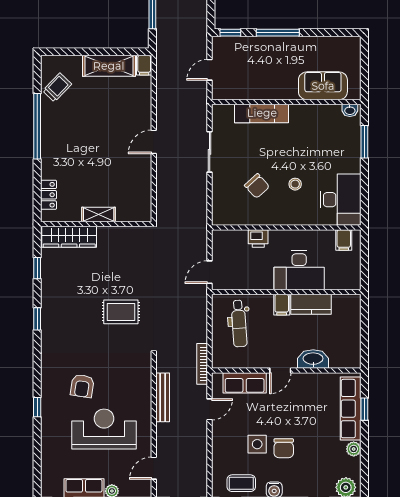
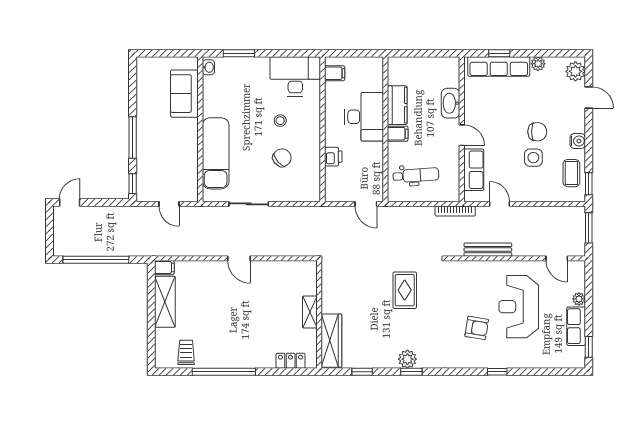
trolley: (57, 87) -> (186, 352), turned 46
exam couch: (262, 113) -> (216, 153), width x1.36, depth x1.45
plant: (50, 315) -> (407, 359), added

